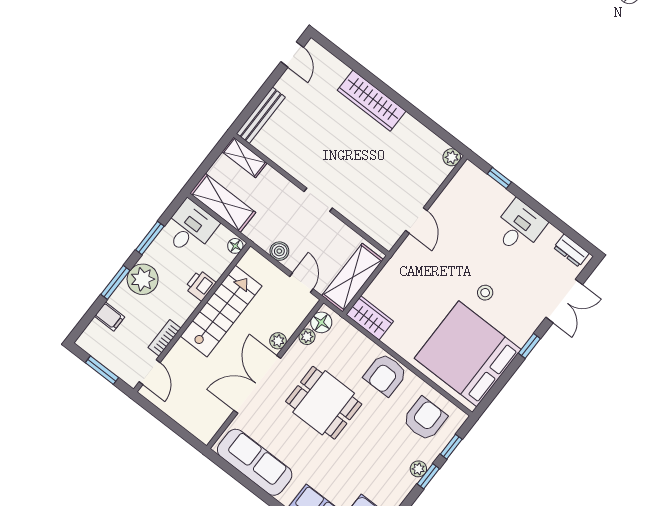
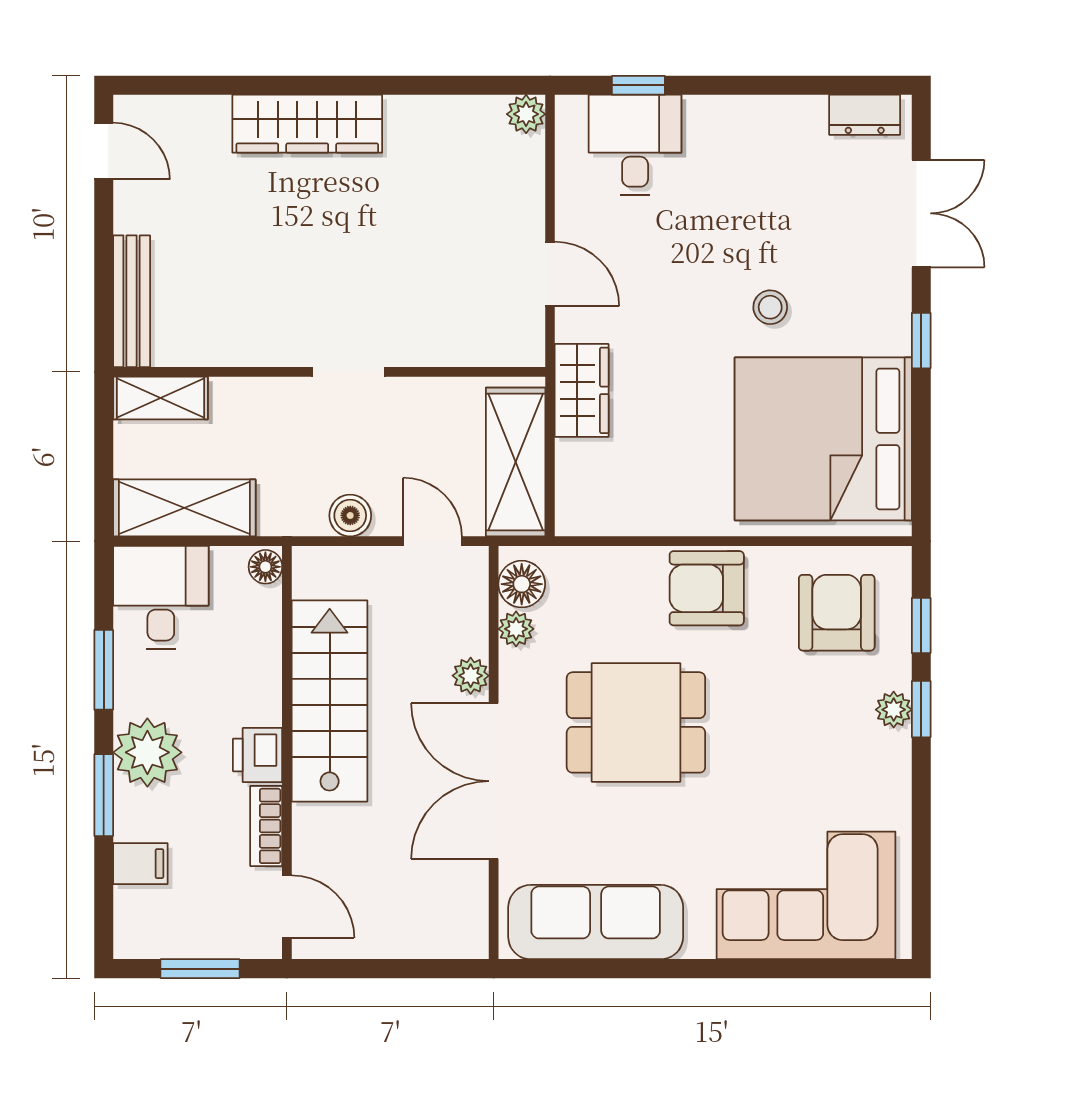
desk: (519, 227) -> (635, 145), moved
printer: (200, 285) -> (258, 755), moved
wardrobe: (370, 318) -> (582, 390), moved, turned 90
armchair: (386, 375) -> (707, 588), turned 90

